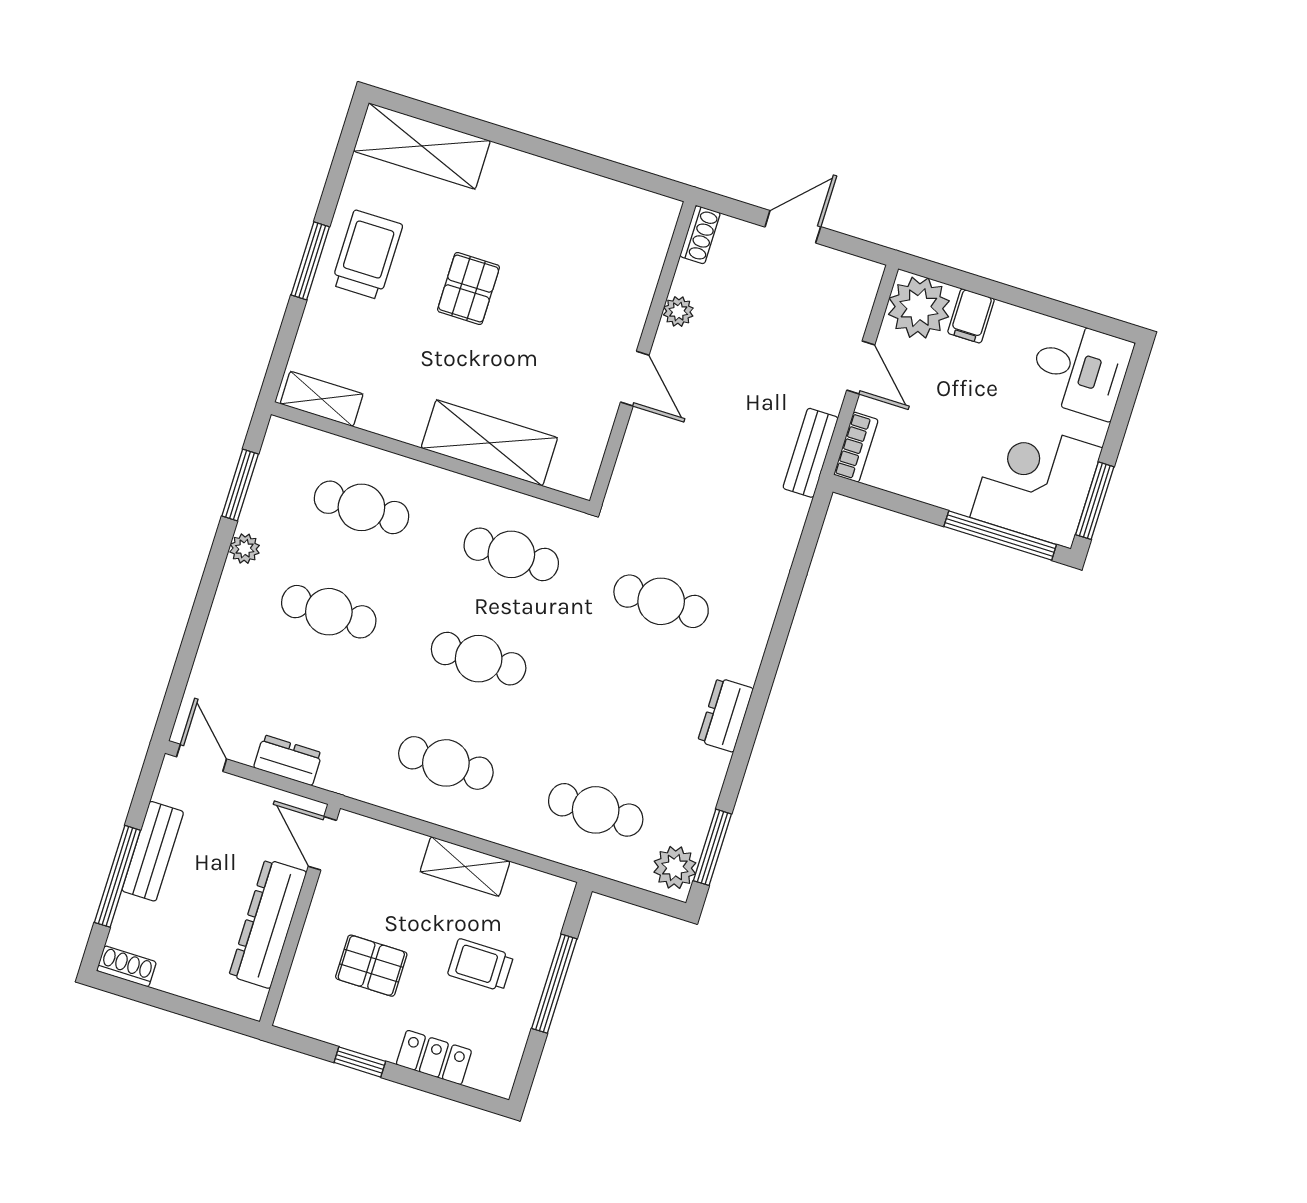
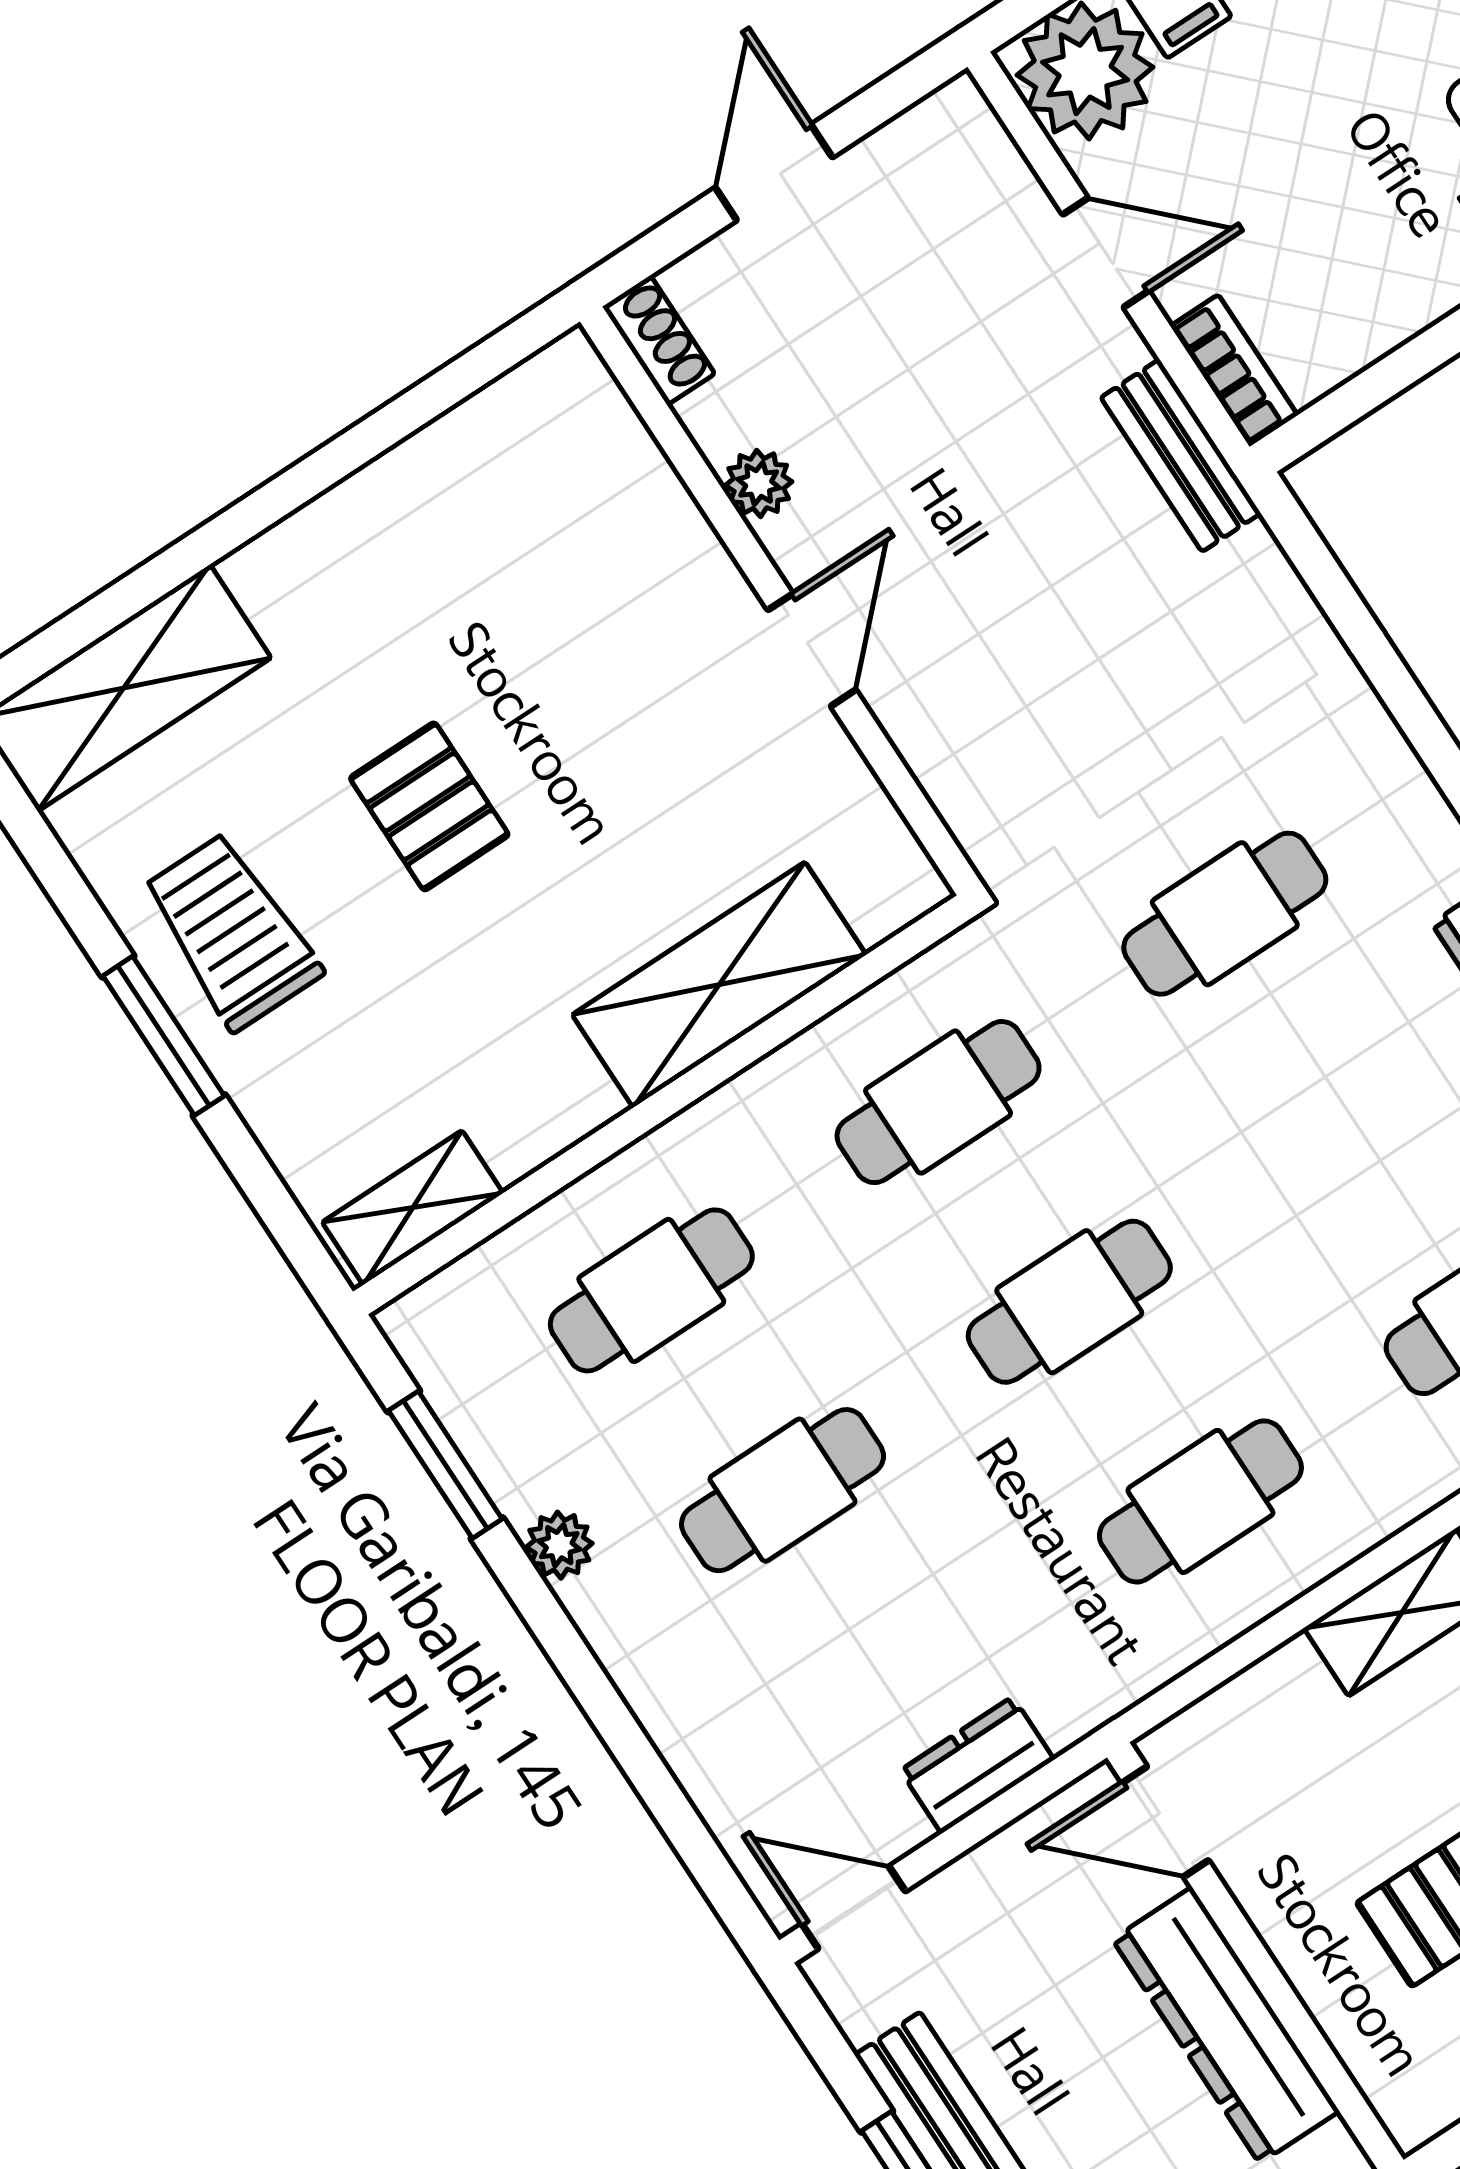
door: (635, 379) -> (812, 650), hinge flipped

